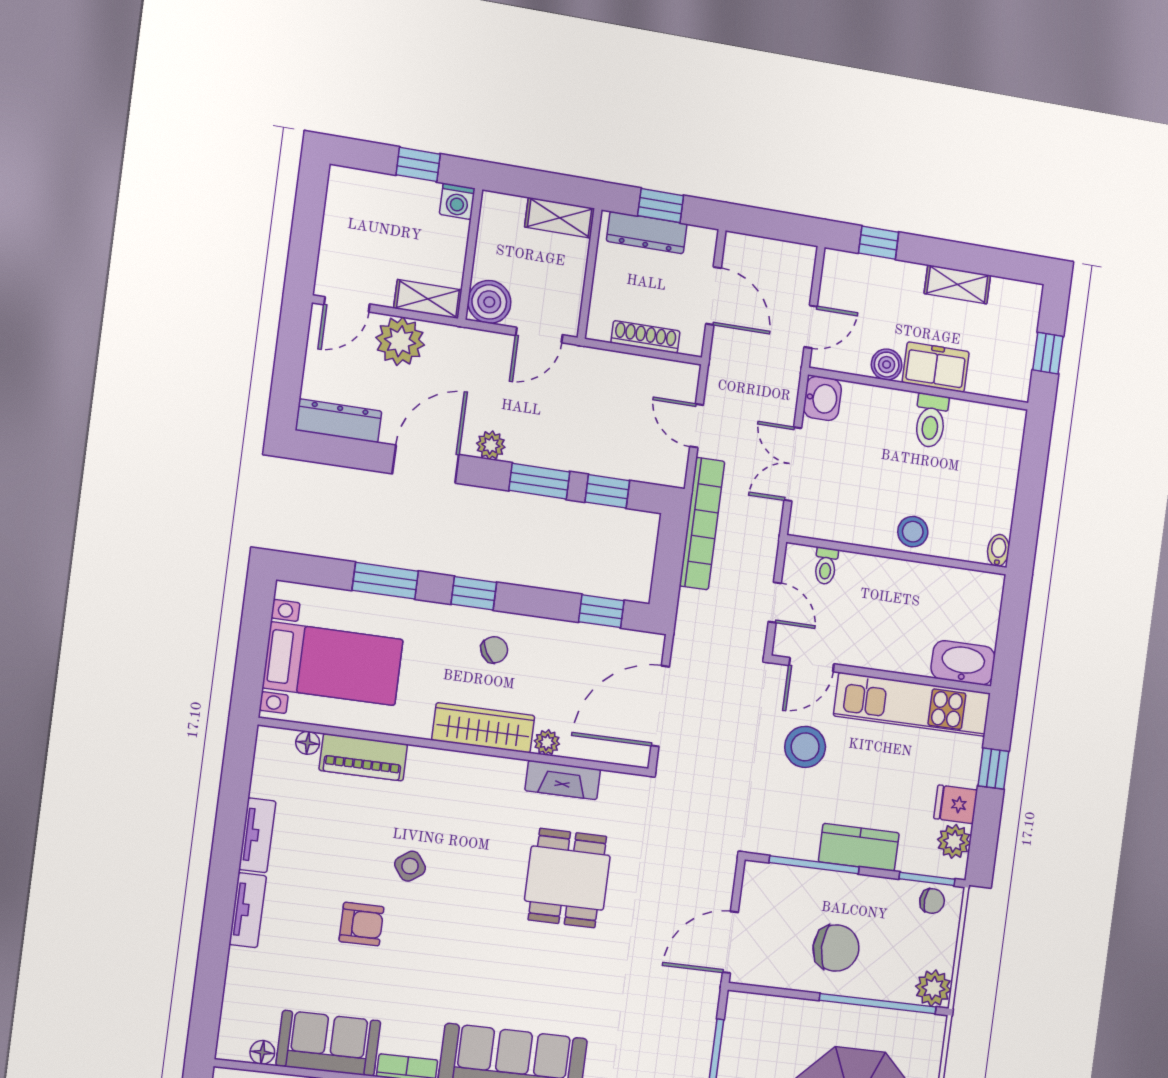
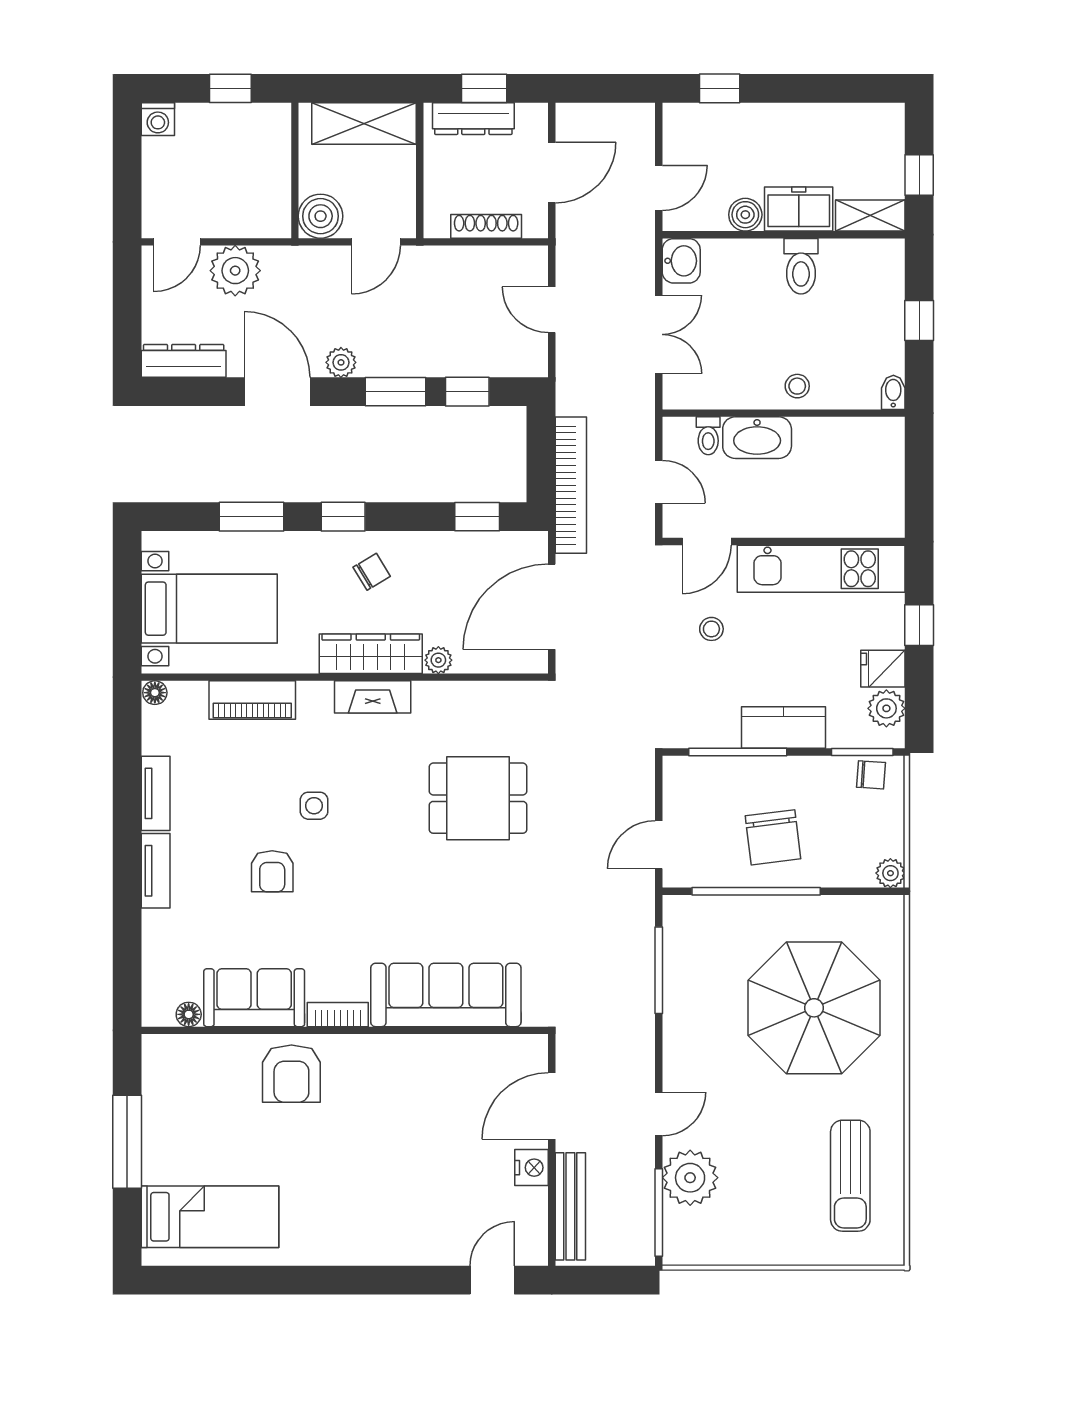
washing machine: (457, 201) -> (158, 119), moved
shelving: (560, 218) -> (364, 124), width x1.50, depth x1.33
shelving: (957, 284) -> (870, 216), moved
door: (713, 296) -> (552, 172), hinge flipped
shelving: (428, 299) -> (258, 223), removed
door: (426, 464) -> (277, 392), hinge flipped
double door: (793, 464) -> (659, 334), swing flipped
window: (1030, 487) -> (919, 320), added
bookcase: (702, 524) -> (571, 485), moved
stool: (913, 532) -> (797, 386), width x0.73, depth x0.73
washbasin: (963, 663) -> (757, 438), moved, turned 180
floor lamp: (308, 743) -> (155, 693), moved
stool: (805, 747) -> (711, 629), width x0.53, depth x0.53
fireplace: (563, 780) -> (373, 697), moved
side table: (410, 866) -> (314, 806), turned 36
dining table: (567, 878) -> (478, 798), turned 90
armchair: (361, 924) -> (272, 871), turned 90
door: (730, 942) -> (659, 845), width x0.73
chair: (836, 948) -> (773, 837), turned 83
plant: (933, 988) -> (890, 873), width x0.73, depth x0.73
window: (878, 1004) -> (756, 891), moved

